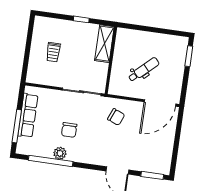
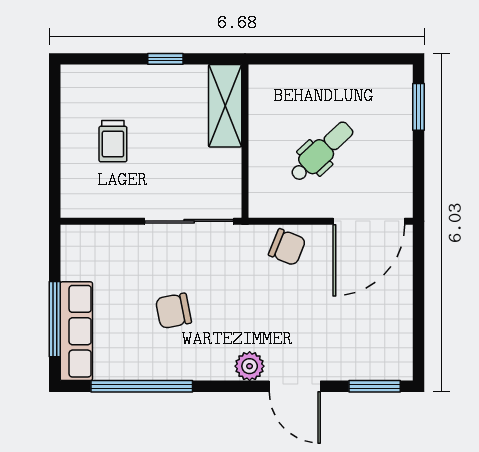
row of seats: (28, 115) -> (76, 331), moved
chair: (116, 117) -> (287, 247), moved
chair: (69, 130) -> (173, 311), turned 79
plant: (60, 153) -> (250, 366), moved

